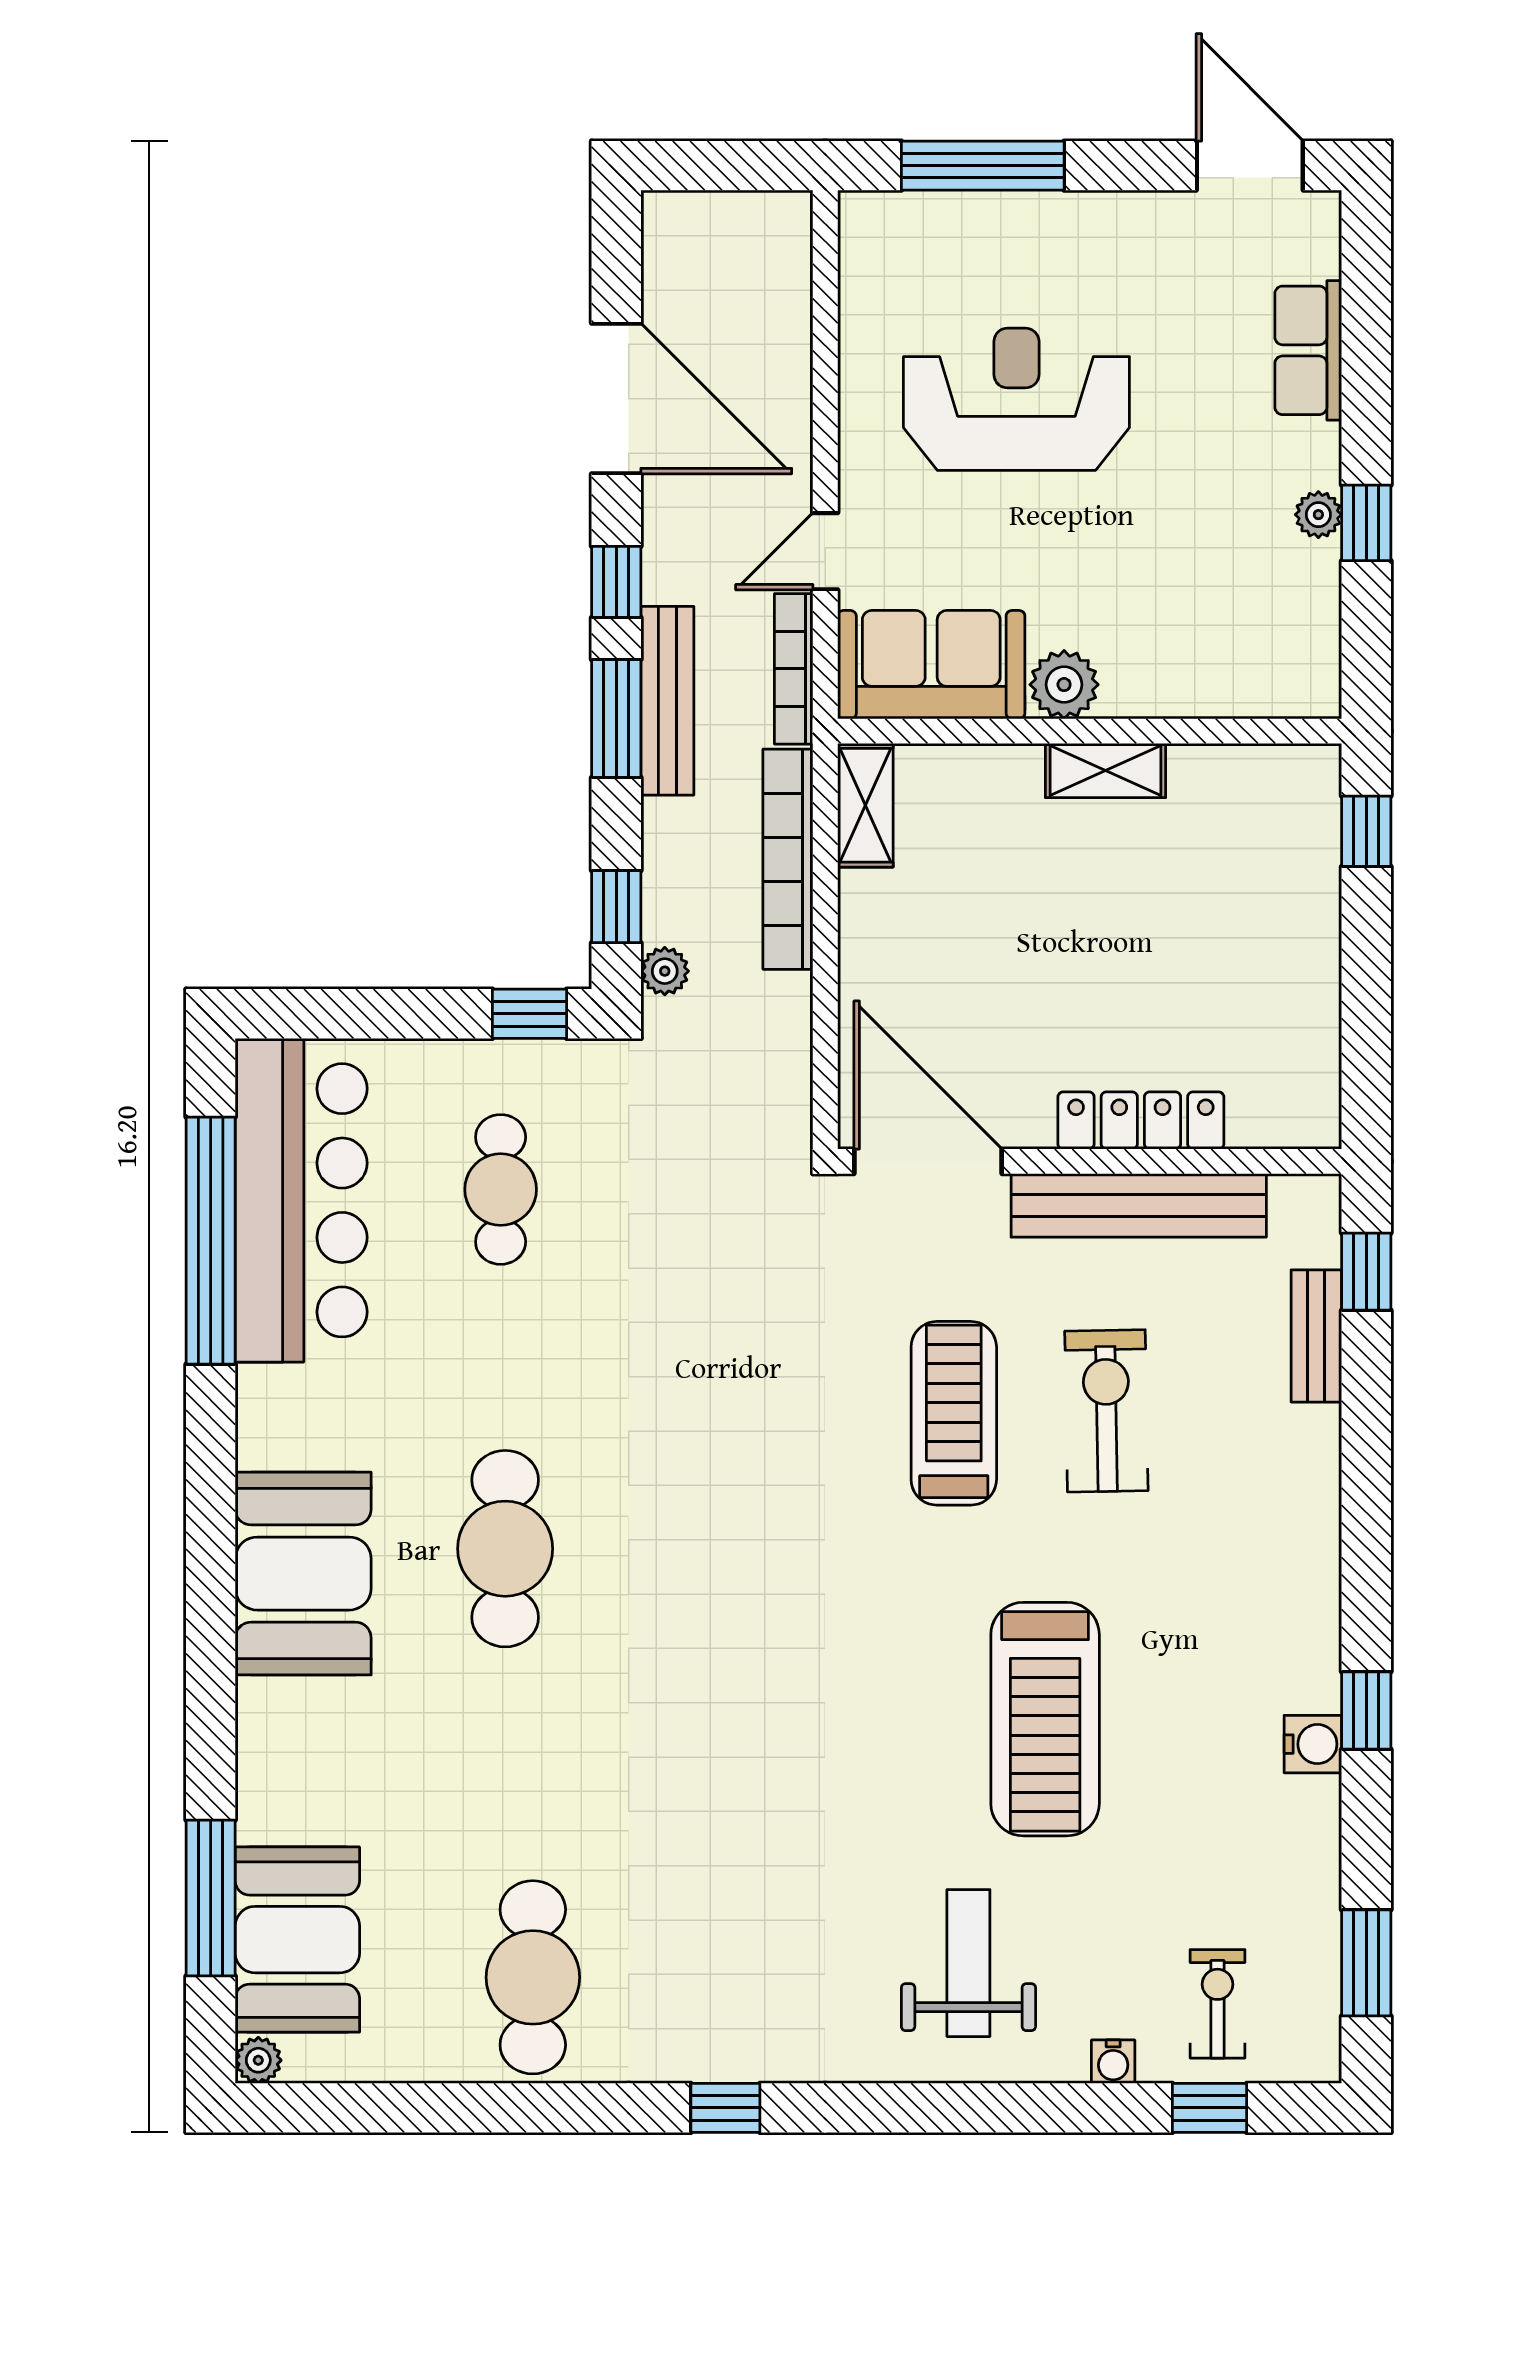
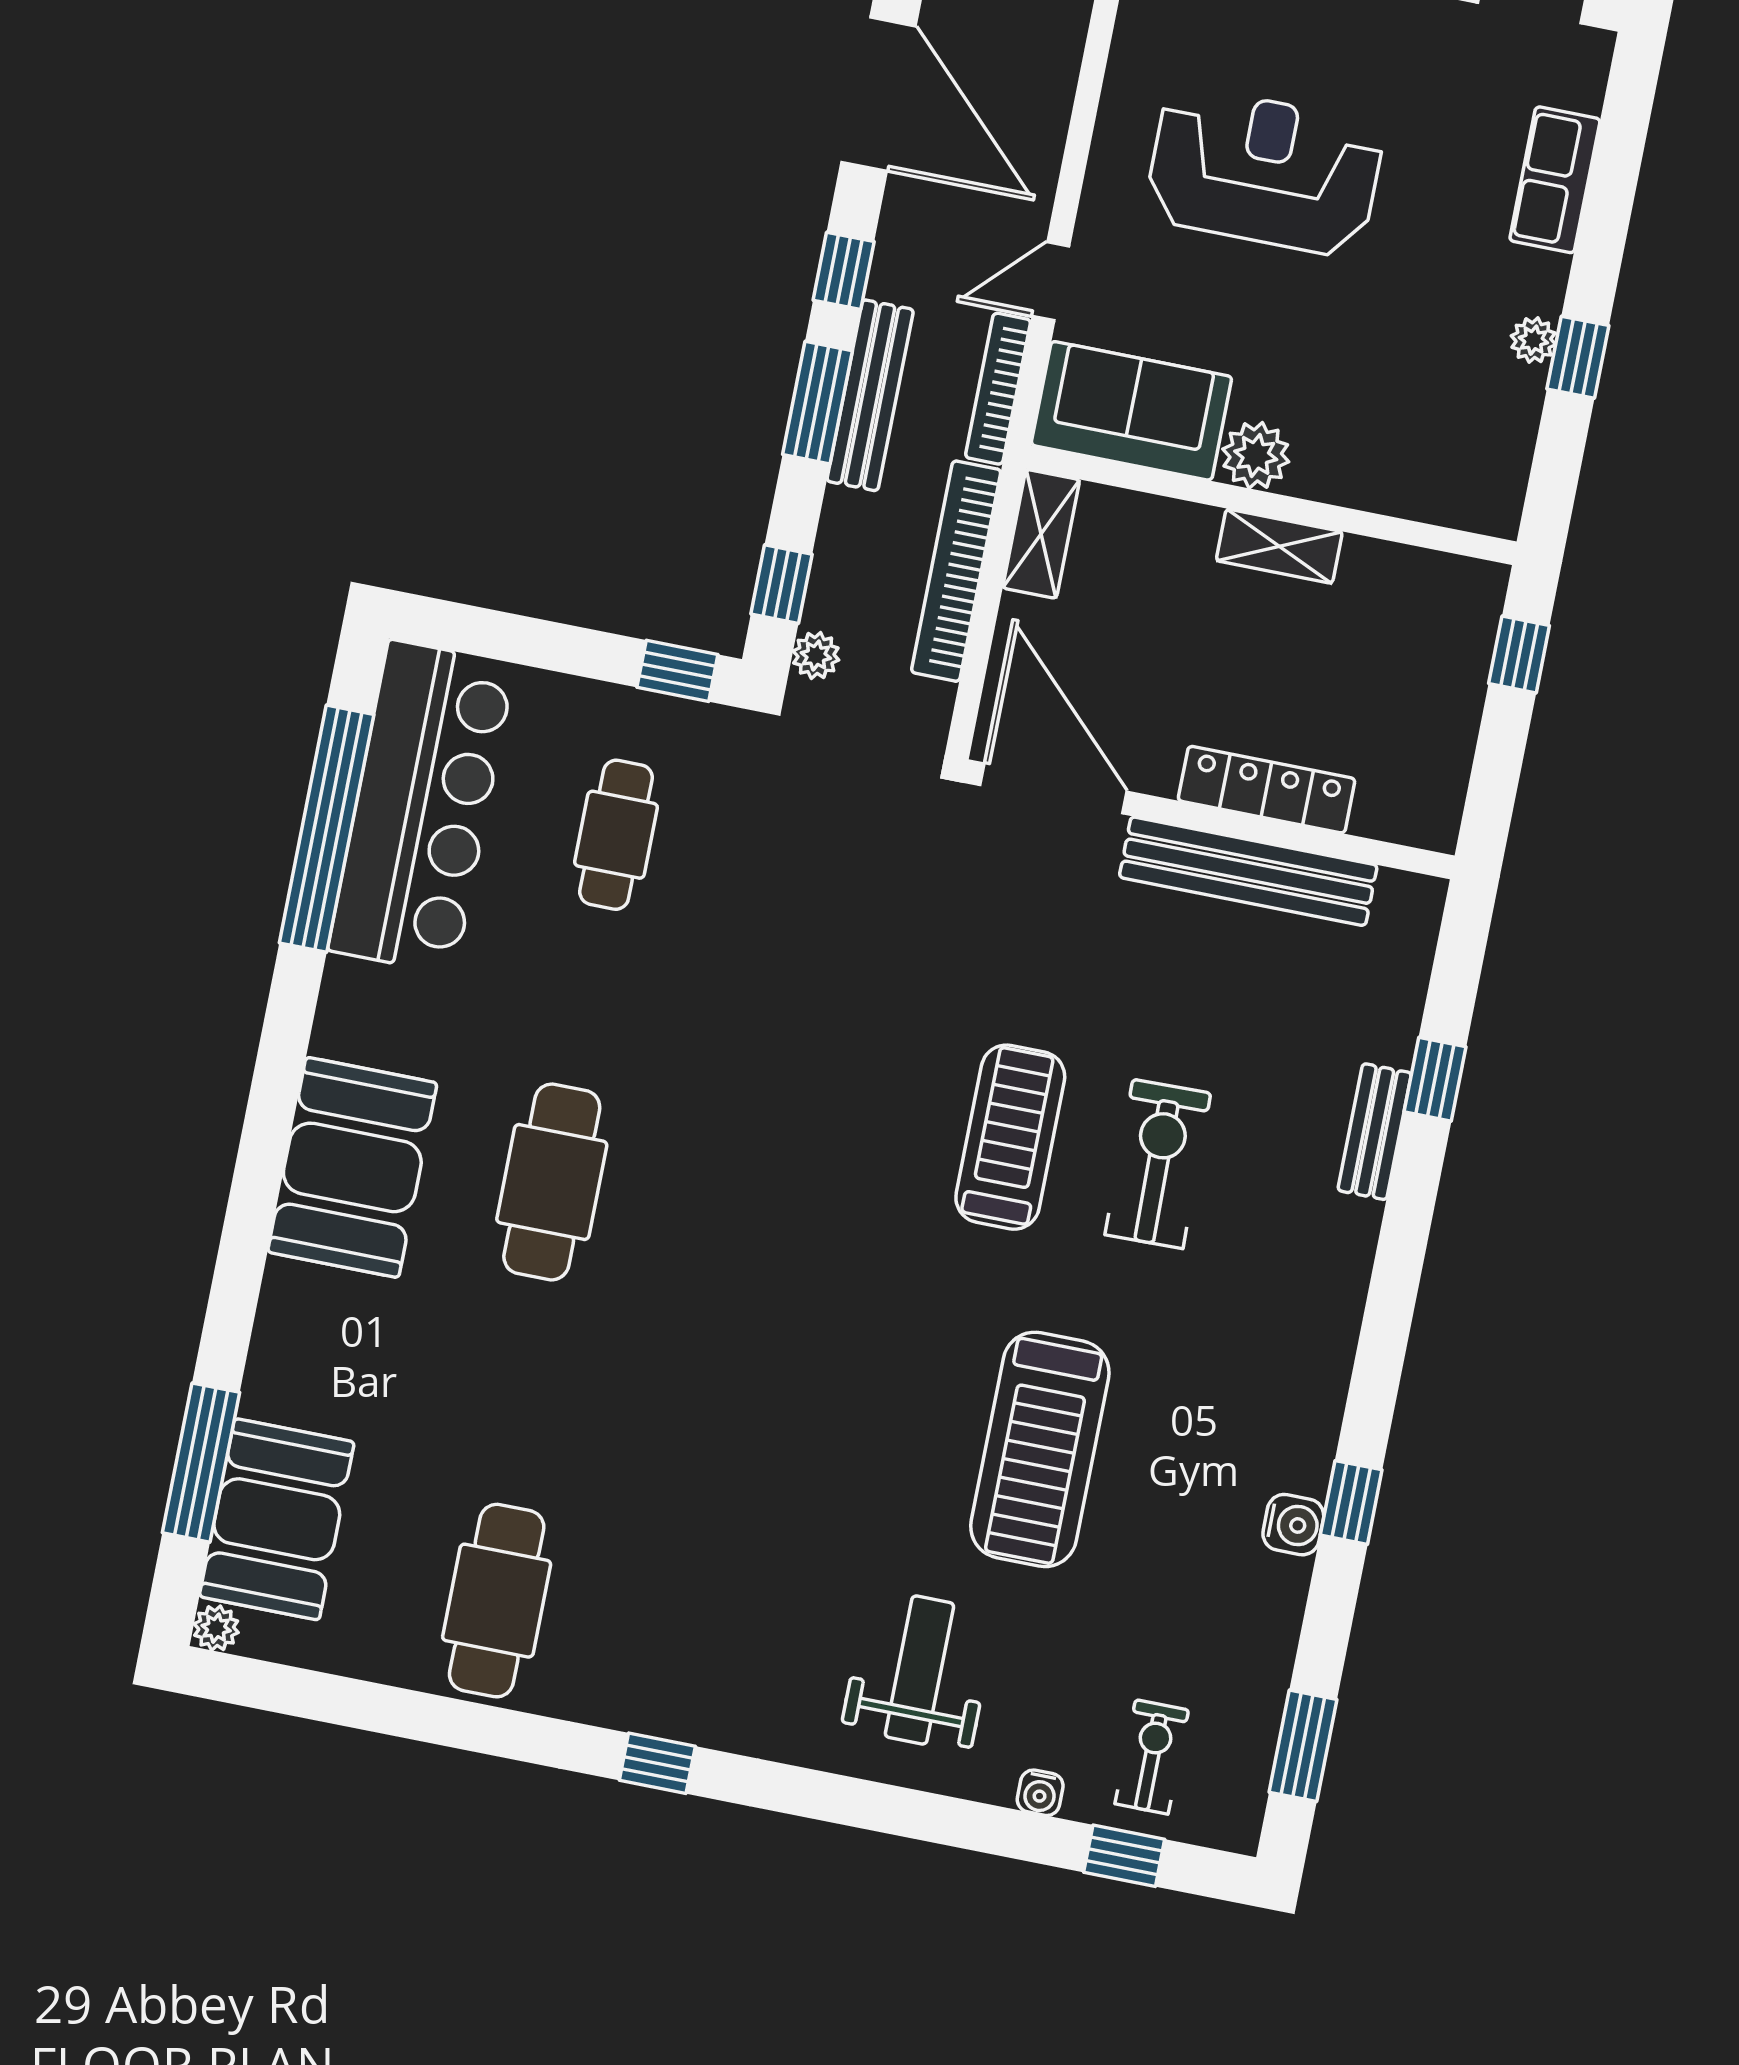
locker: (1141, 1120) -> (1267, 790), moved
door: (928, 1161) -> (1053, 788), moved
wall: (1090, 1161) -> (1209, 819), moved
bench: (1139, 1205) -> (1248, 871), moved

